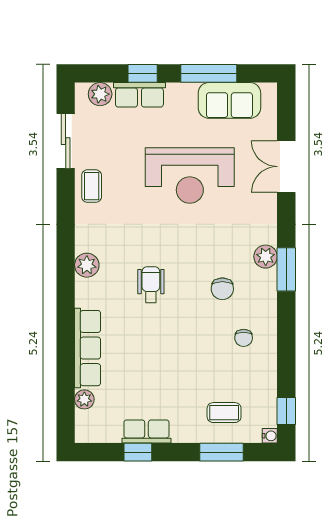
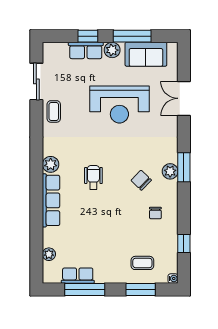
plant: (100, 94) -> (112, 50), moved
plant: (266, 257) -> (170, 171), moved
chair: (222, 289) -> (141, 180), turned 134
row of seats: (88, 348) -> (51, 200), moved
window: (286, 411) -> (184, 243), moved
row of seats: (147, 431) -> (78, 276), moved
window: (138, 452) -> (85, 289), width x2.17

